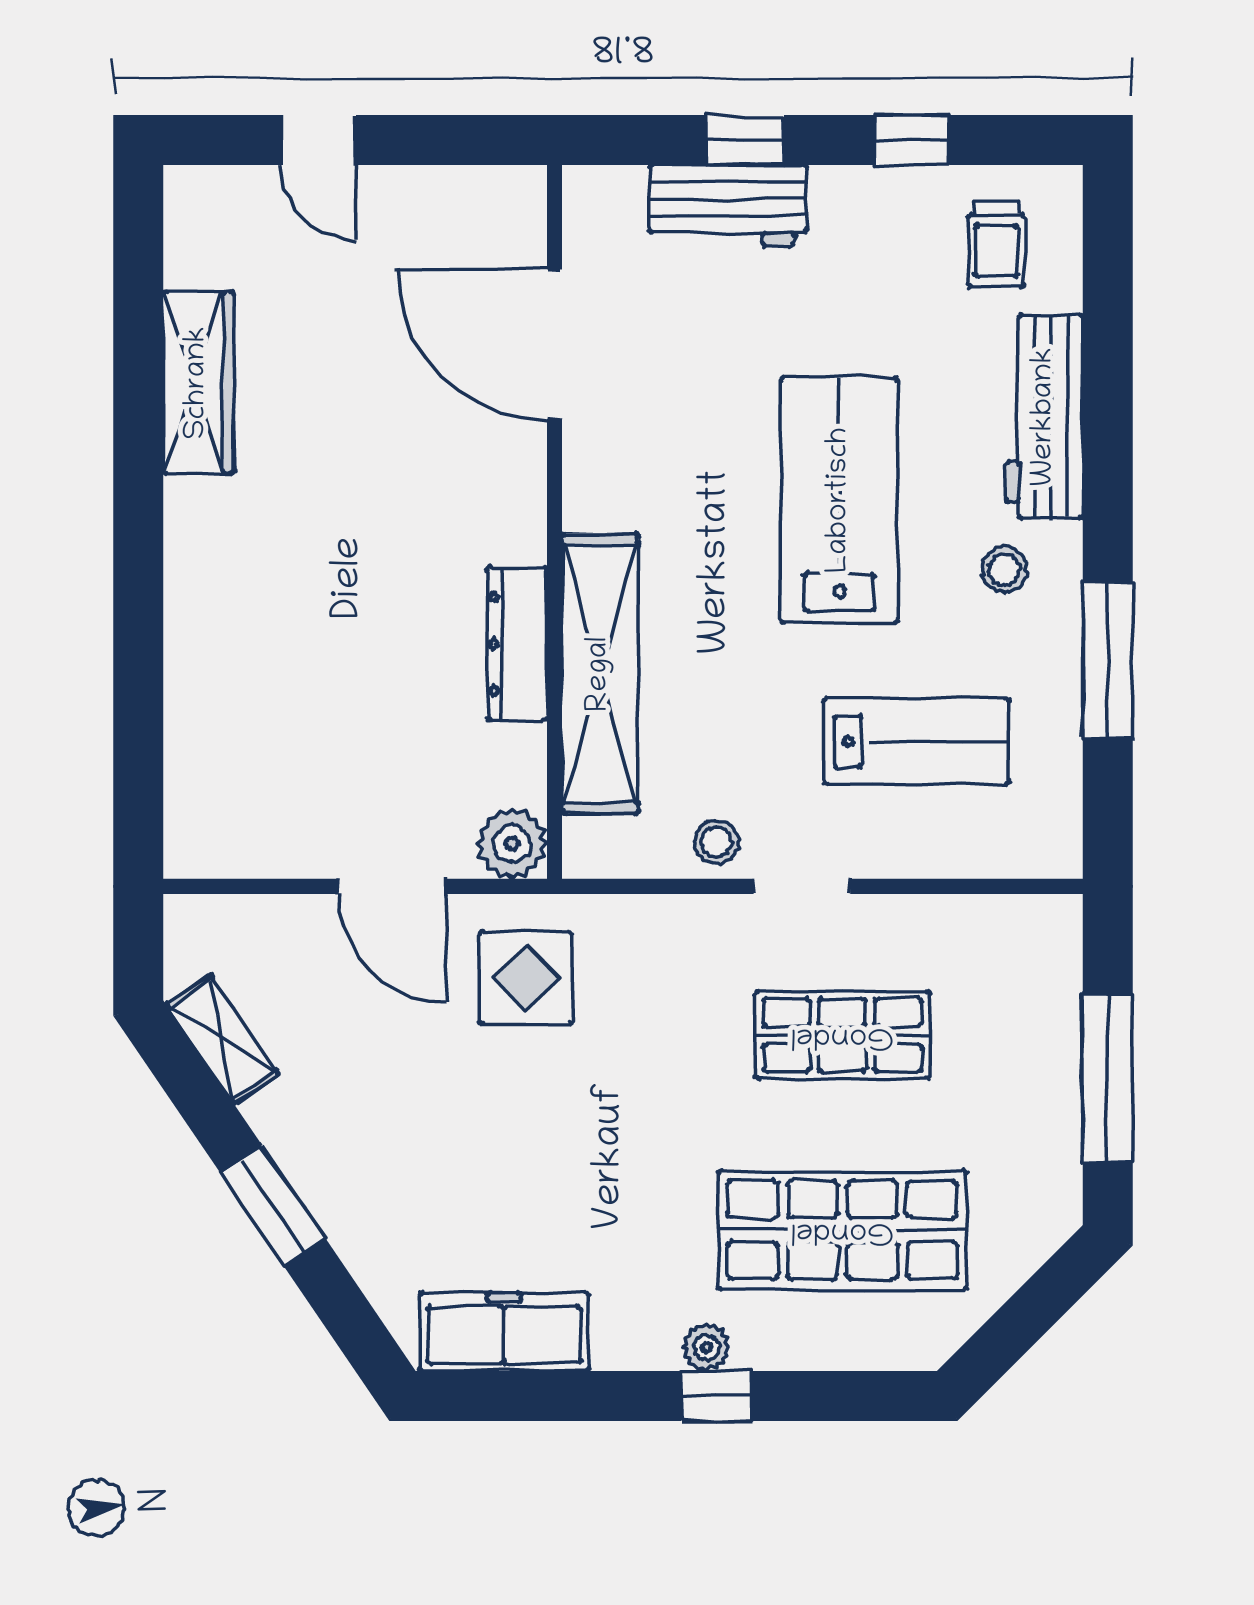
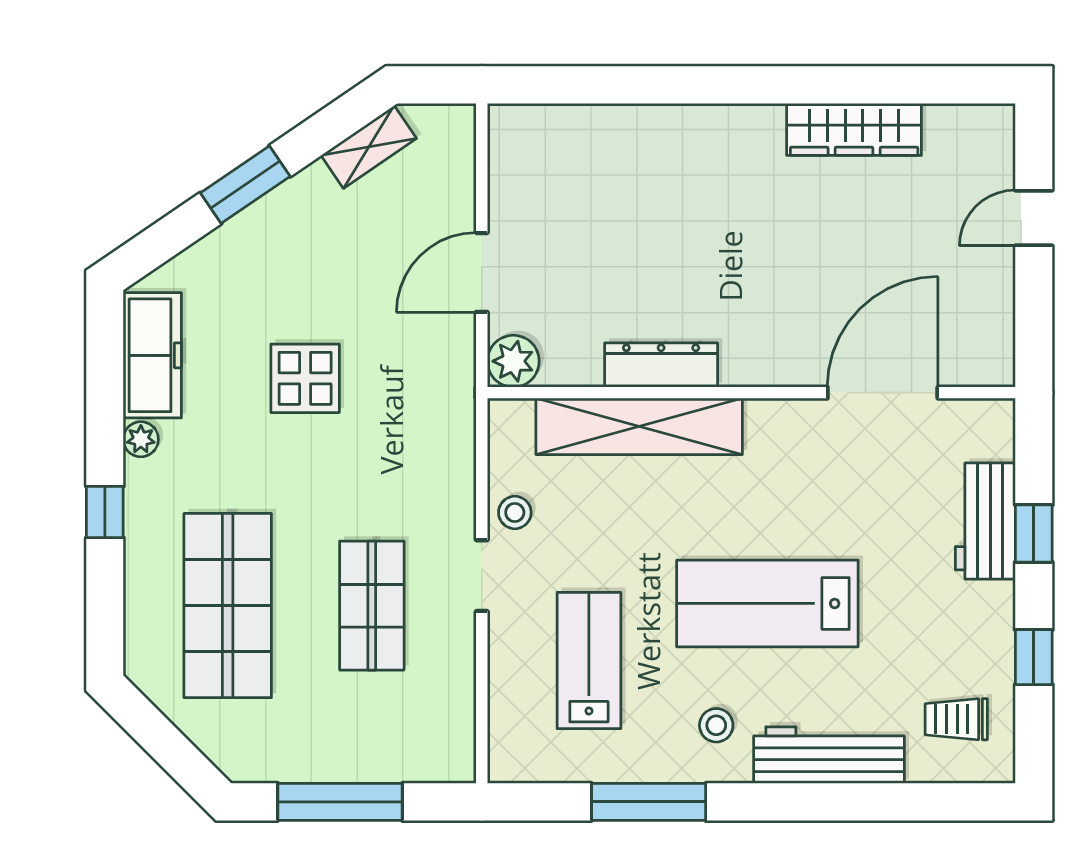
lab bench: (840, 500) -> (767, 603), turned 180
lab bench: (917, 741) -> (589, 660), turned 180
display table: (526, 978) -> (305, 378), moved
plant: (706, 1347) -> (141, 439), moved

